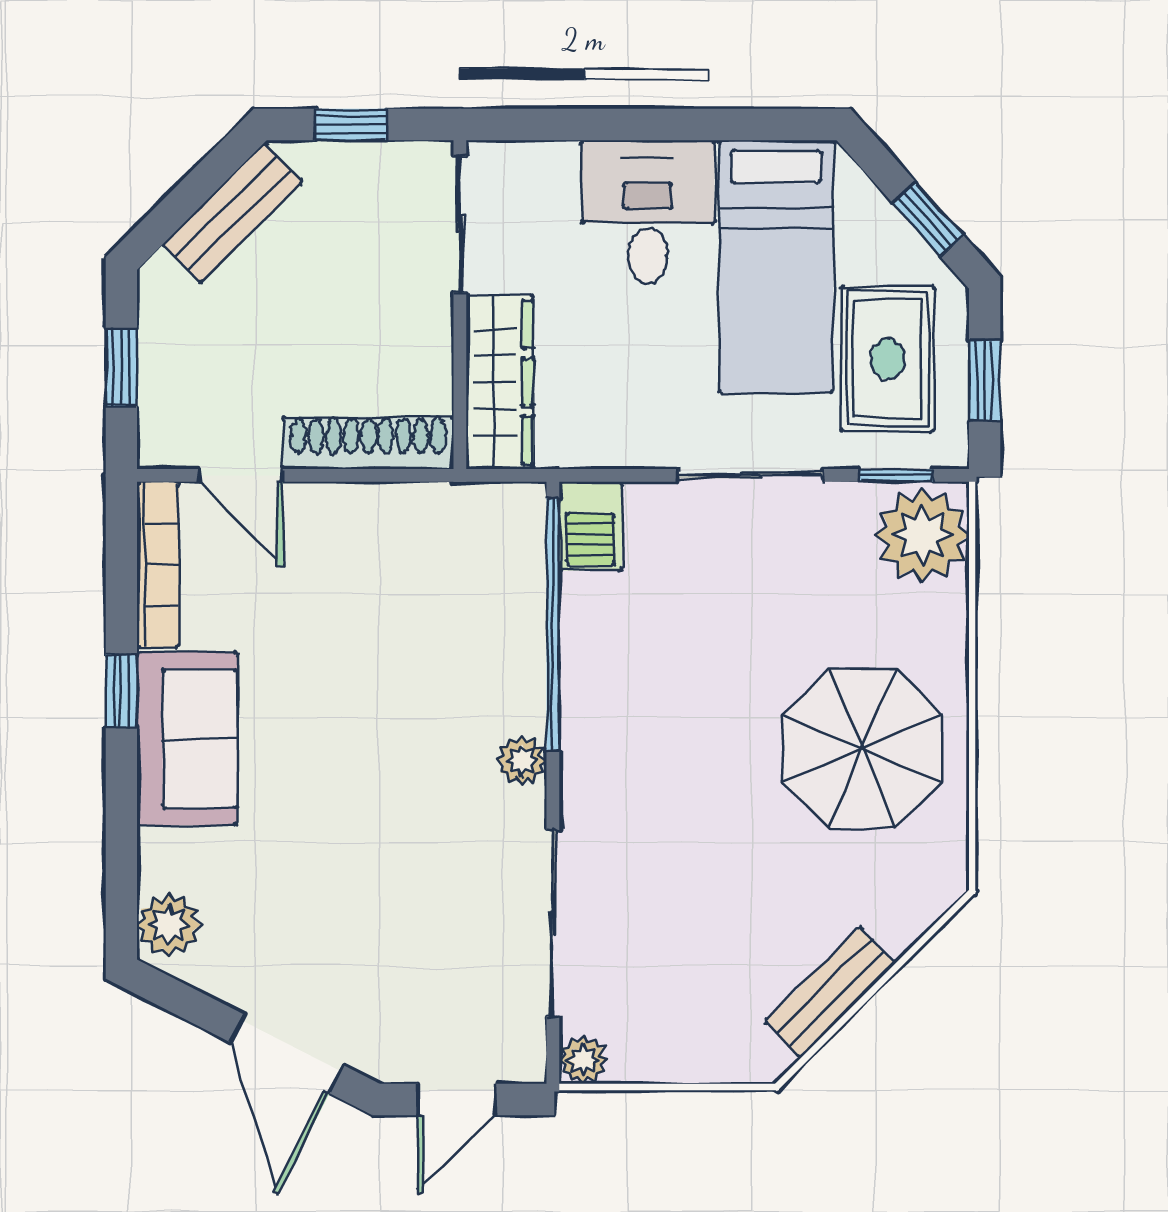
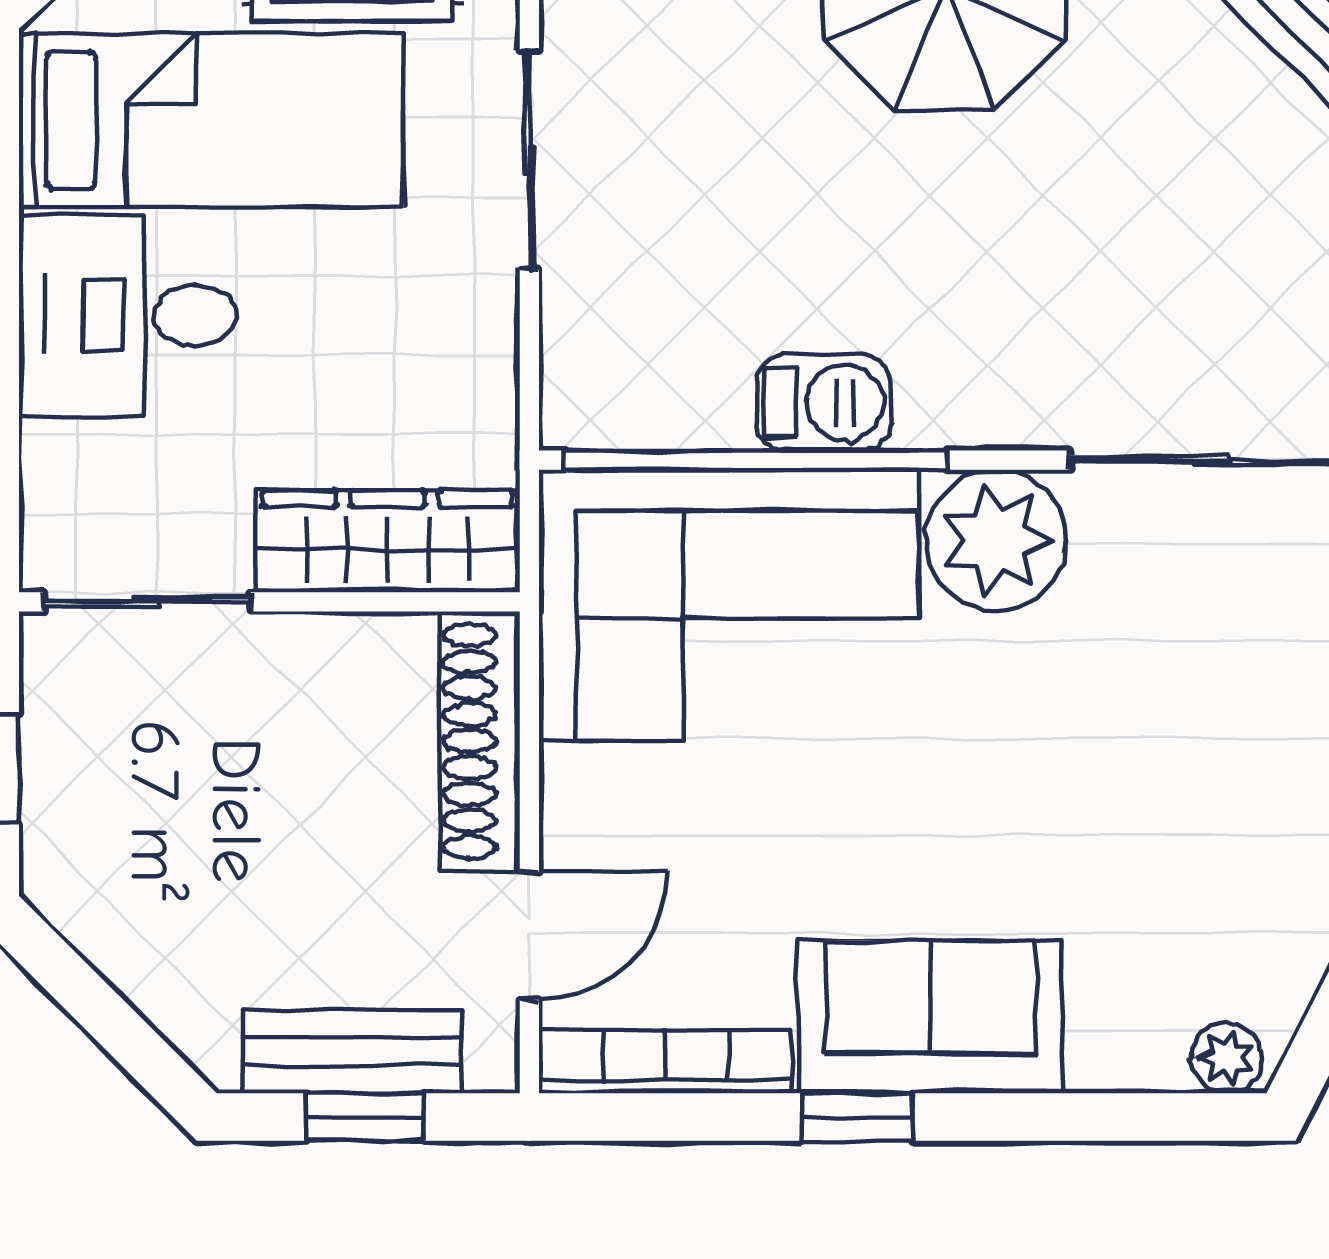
bench: (233, 213) -> (353, 1052), moved, turned -45
barbecue: (591, 526) -> (823, 403), moved
corner sofa: (458, 606) -> (728, 605), added
plant: (522, 760) -> (996, 540), width x1.88, depth x1.88
plant: (169, 925) -> (1227, 1058), width x0.73, depth x0.73

